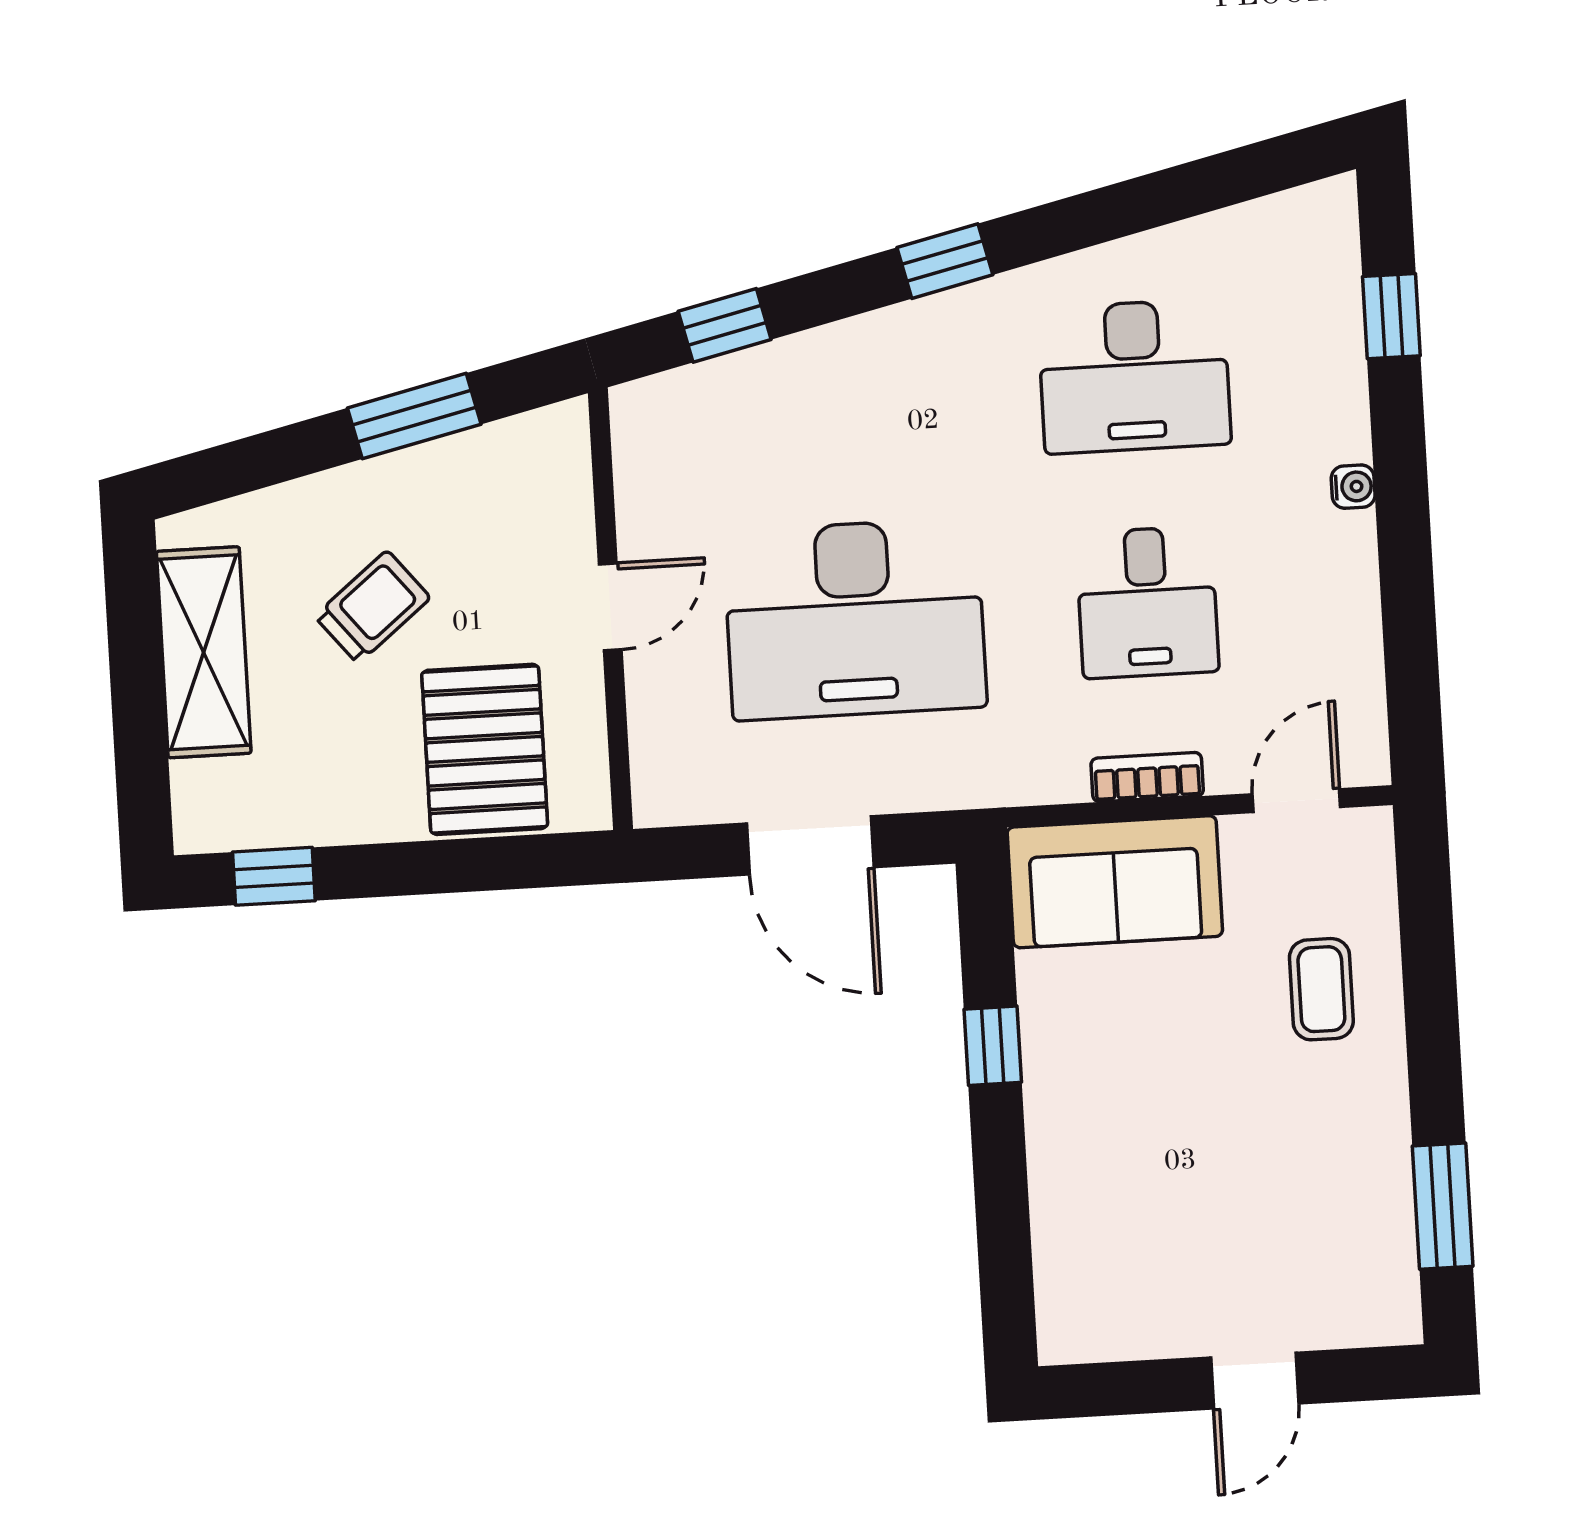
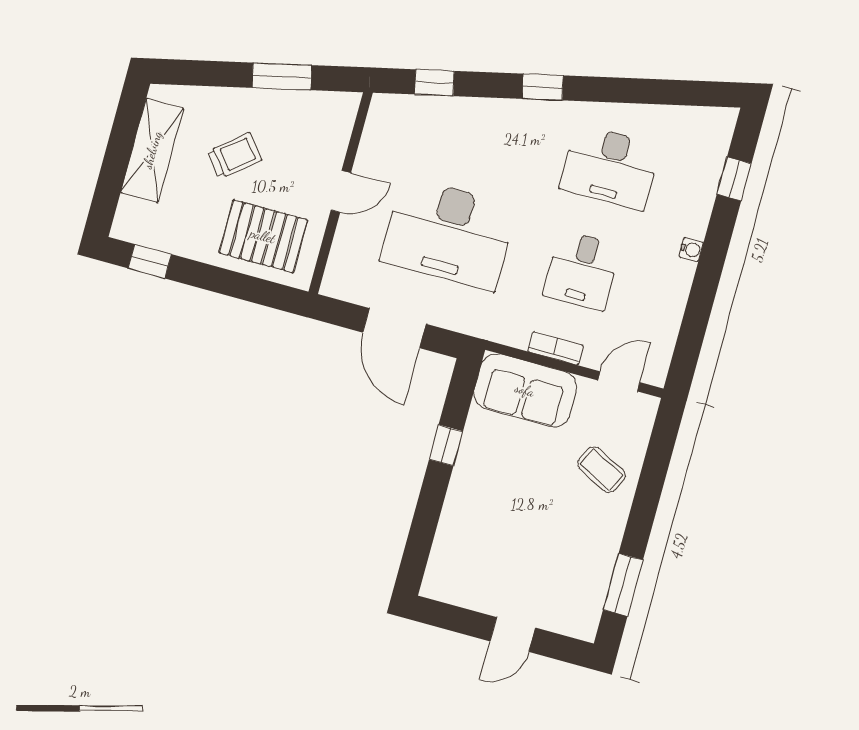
pallet: (485, 749) -> (263, 236), turned 90
coffee table: (1321, 989) -> (601, 469), turned -63

